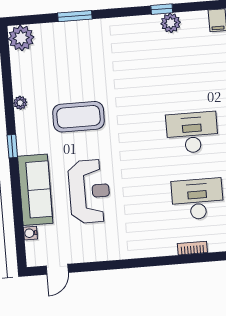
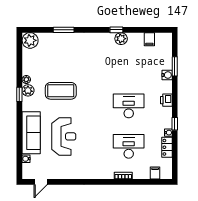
plant: (24, 120) -> (28, 90), added
window: (12, 146) -> (19, 94), moved

